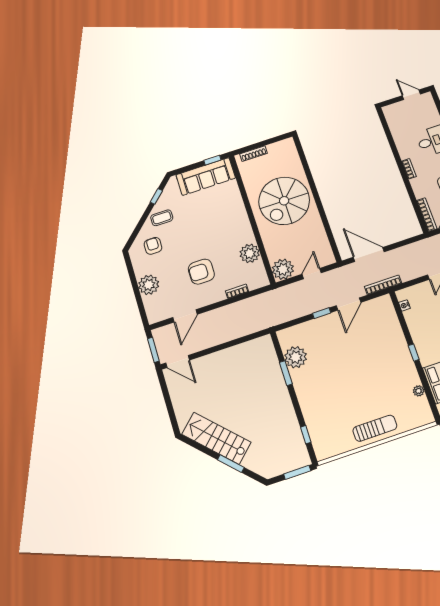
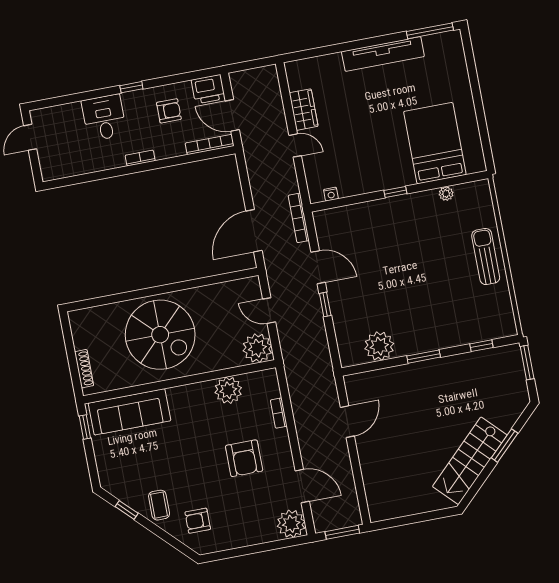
sofa: (206, 176) -> (129, 412), moved, turned 90
plant: (149, 285) -> (291, 524), moved
door: (178, 361) -> (347, 422), moved
window: (286, 373) -> (424, 357), moved

